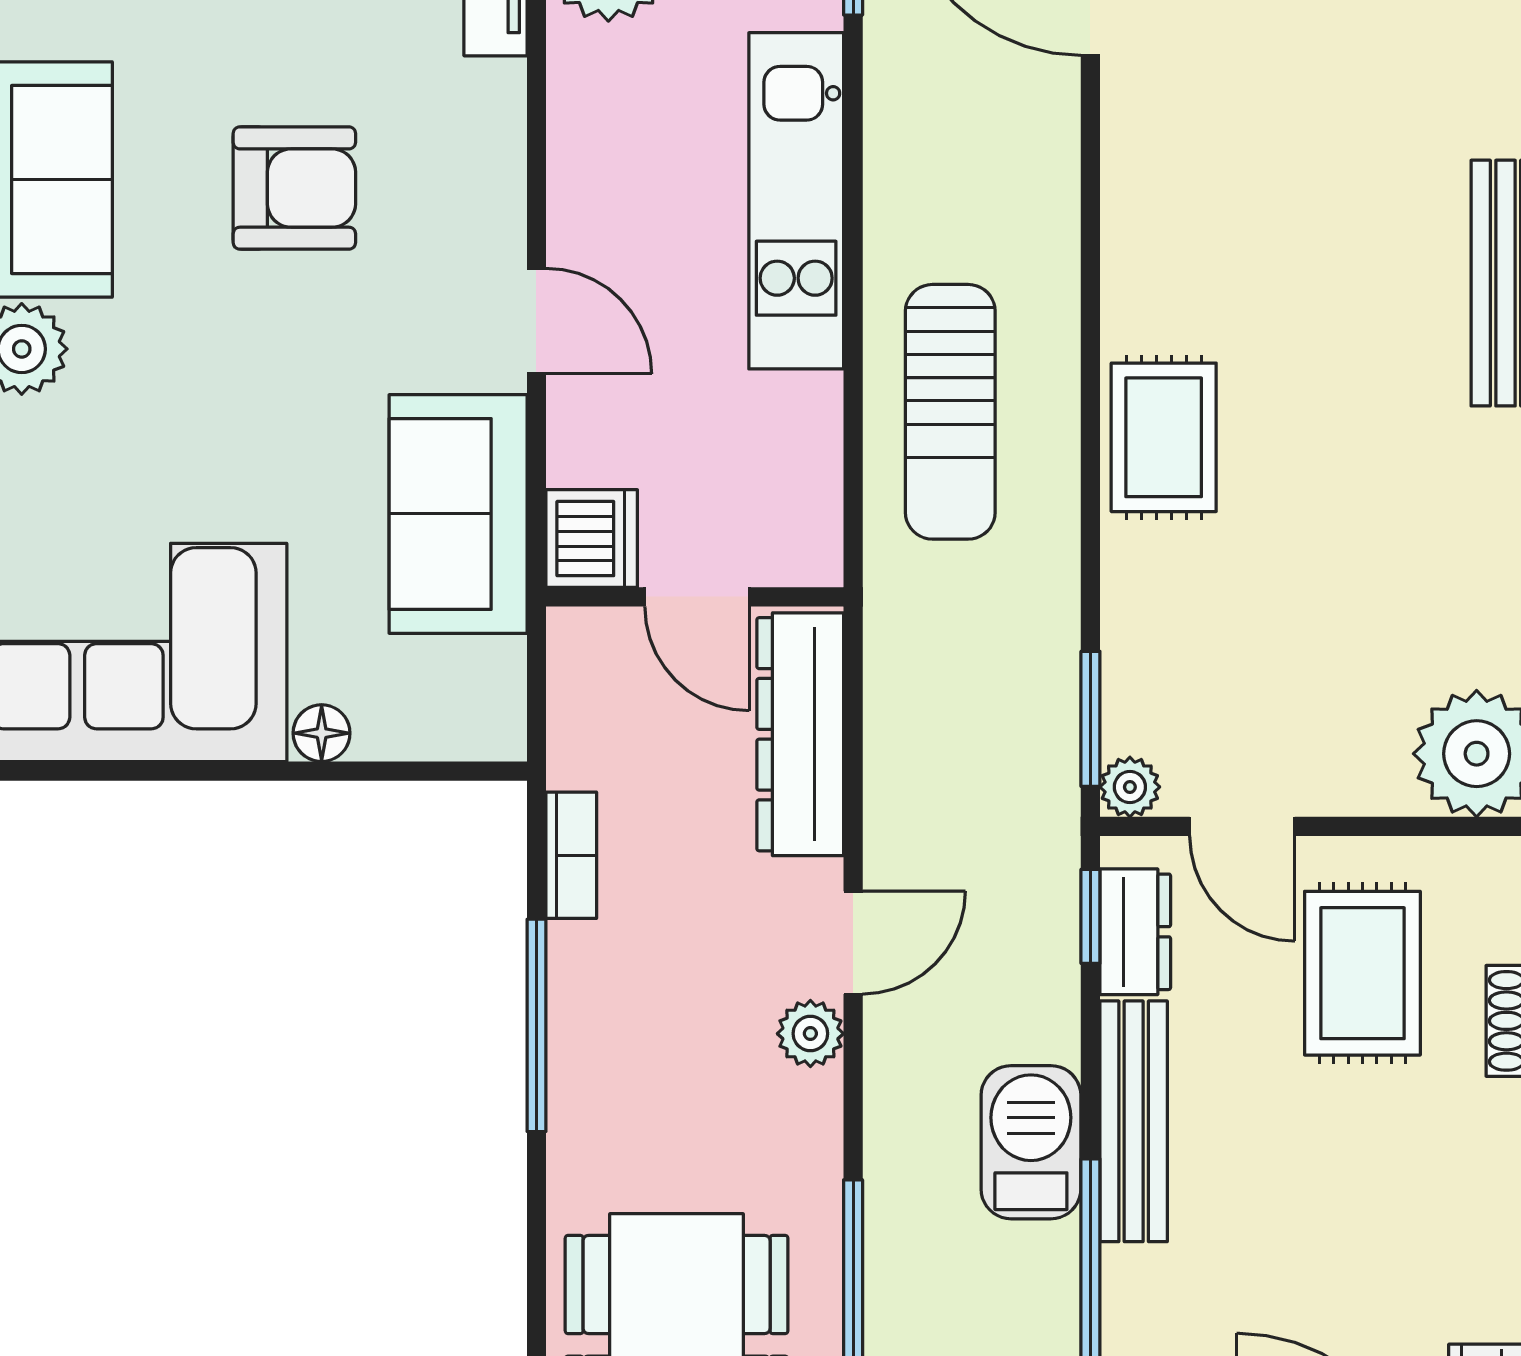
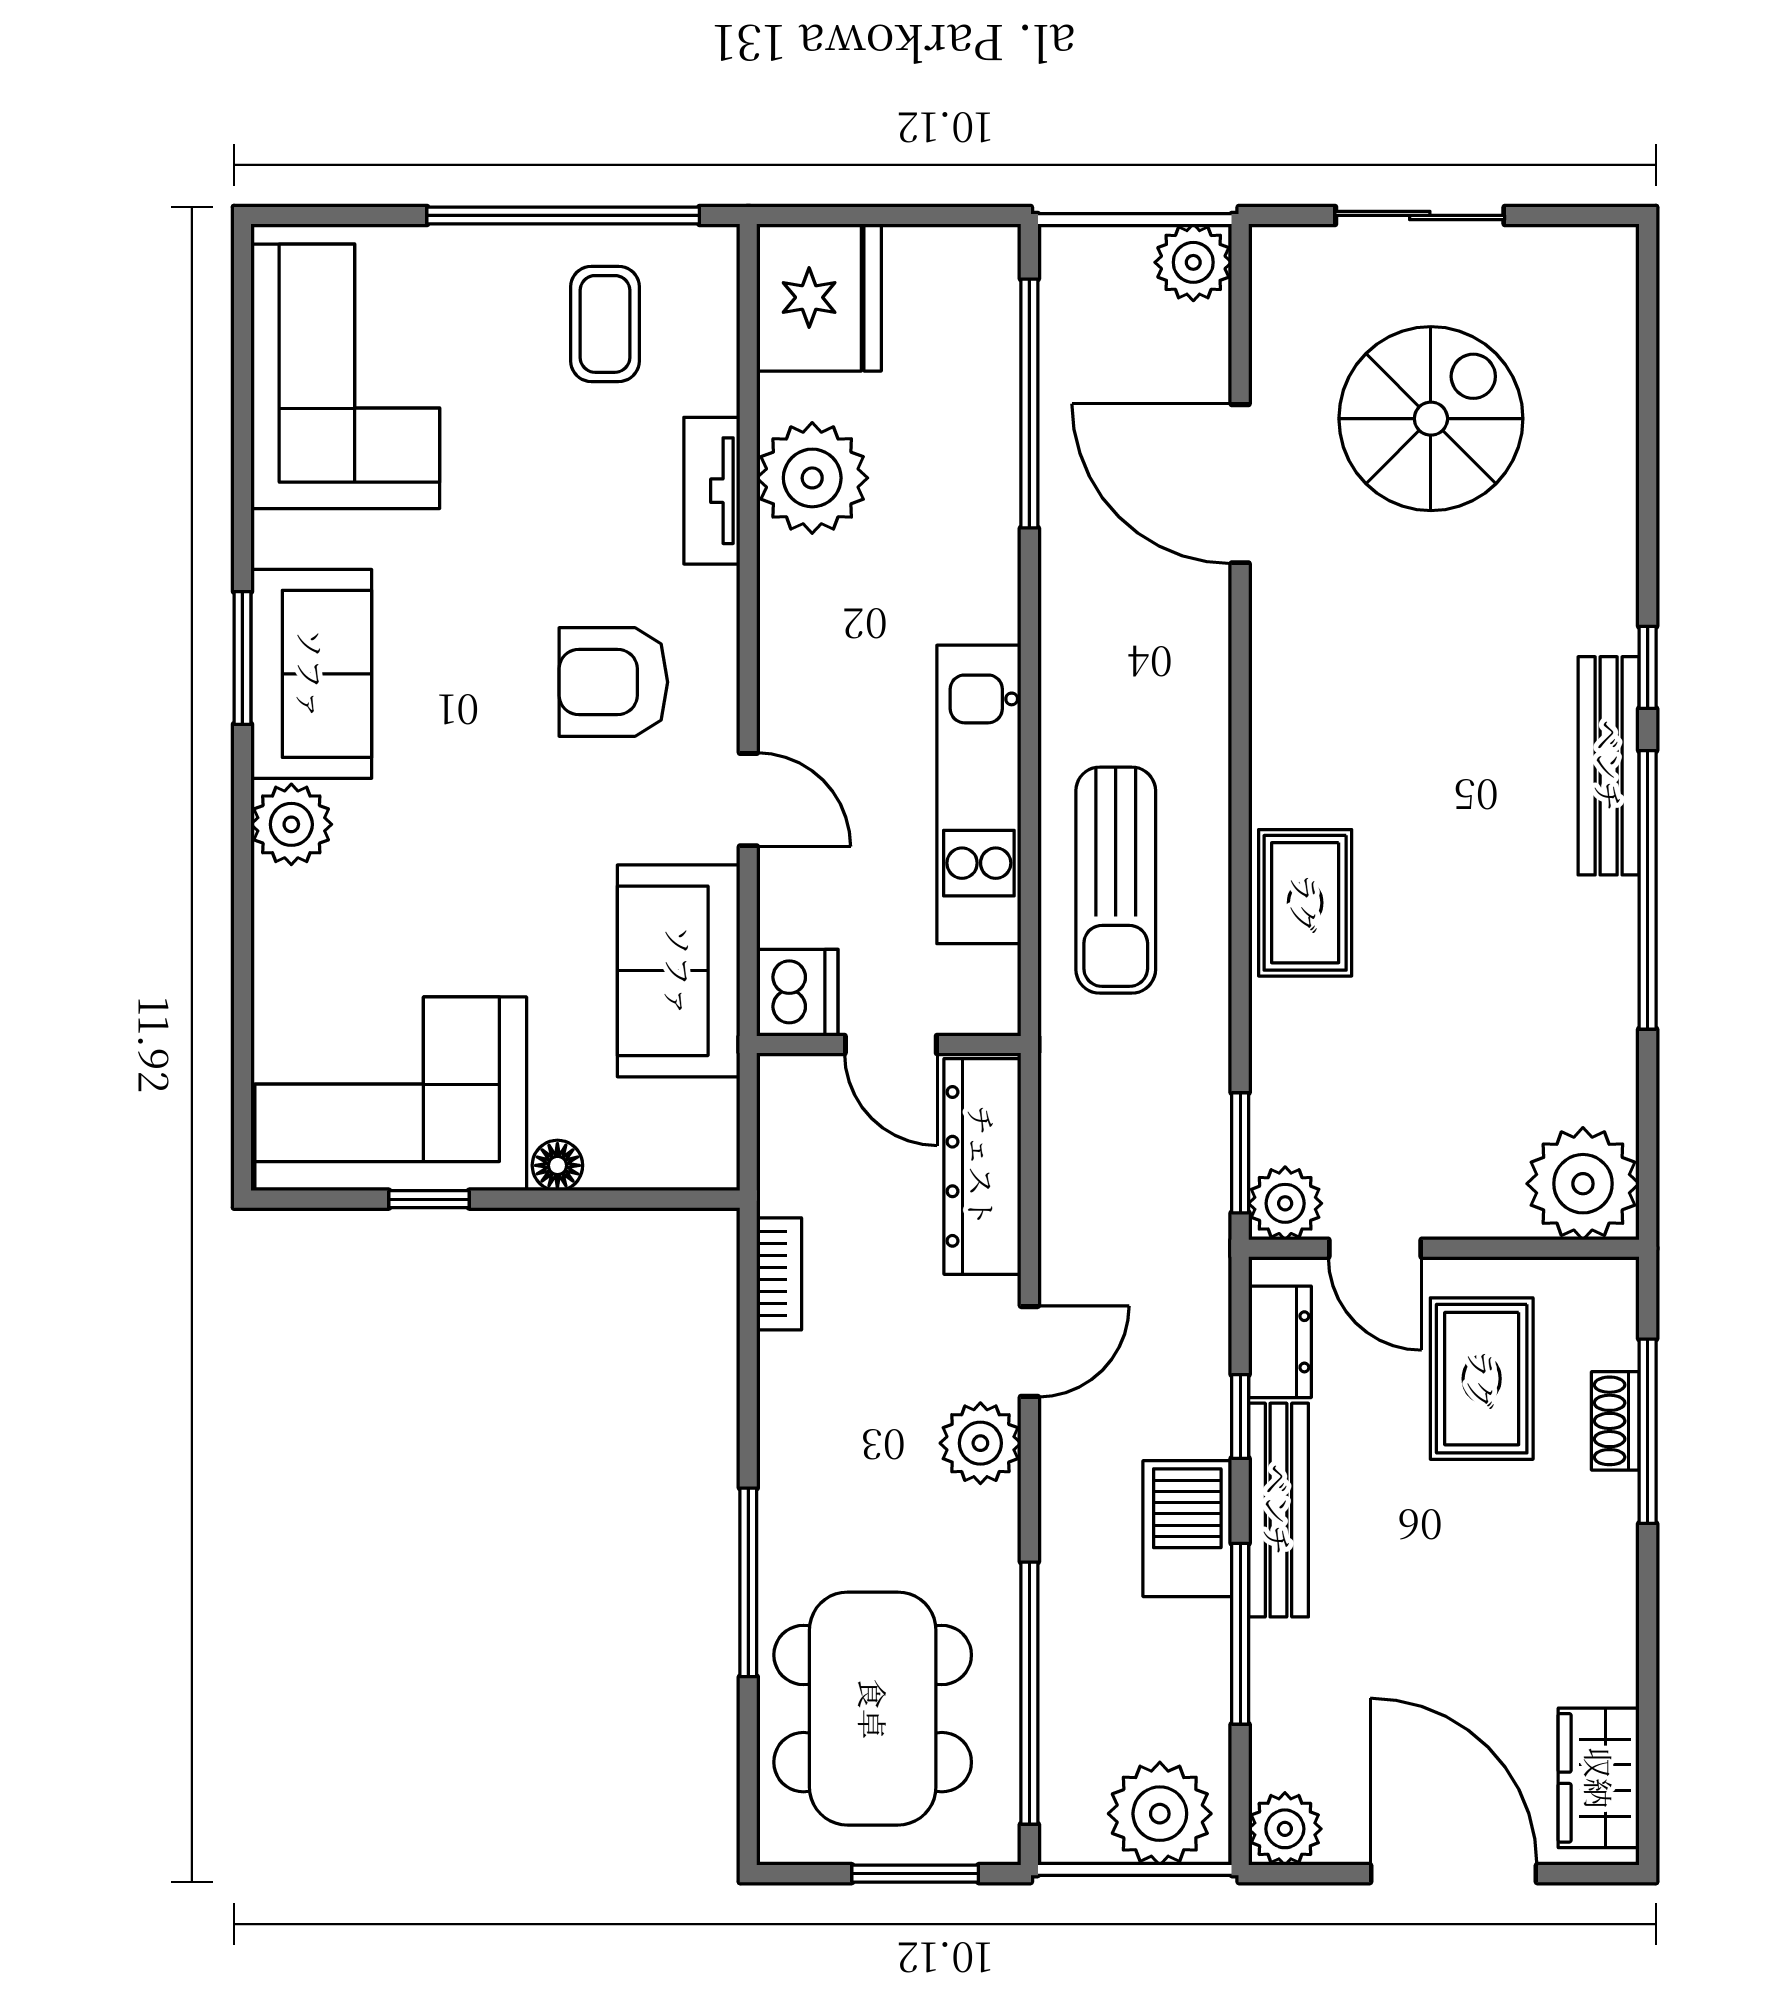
armchair: (294, 188) -> (613, 682), moved, turned 180
kitchen unit: (796, 201) -> (979, 794), moved
window: (177, 771) -> (429, 1199), added
plant: (1130, 787) -> (1285, 1203), width x1.38, depth x1.38
window: (1090, 916) -> (1240, 1416), moved
window: (536, 1025) -> (748, 1582), moved
plant: (810, 1034) -> (980, 1443), width x1.38, depth x1.38

